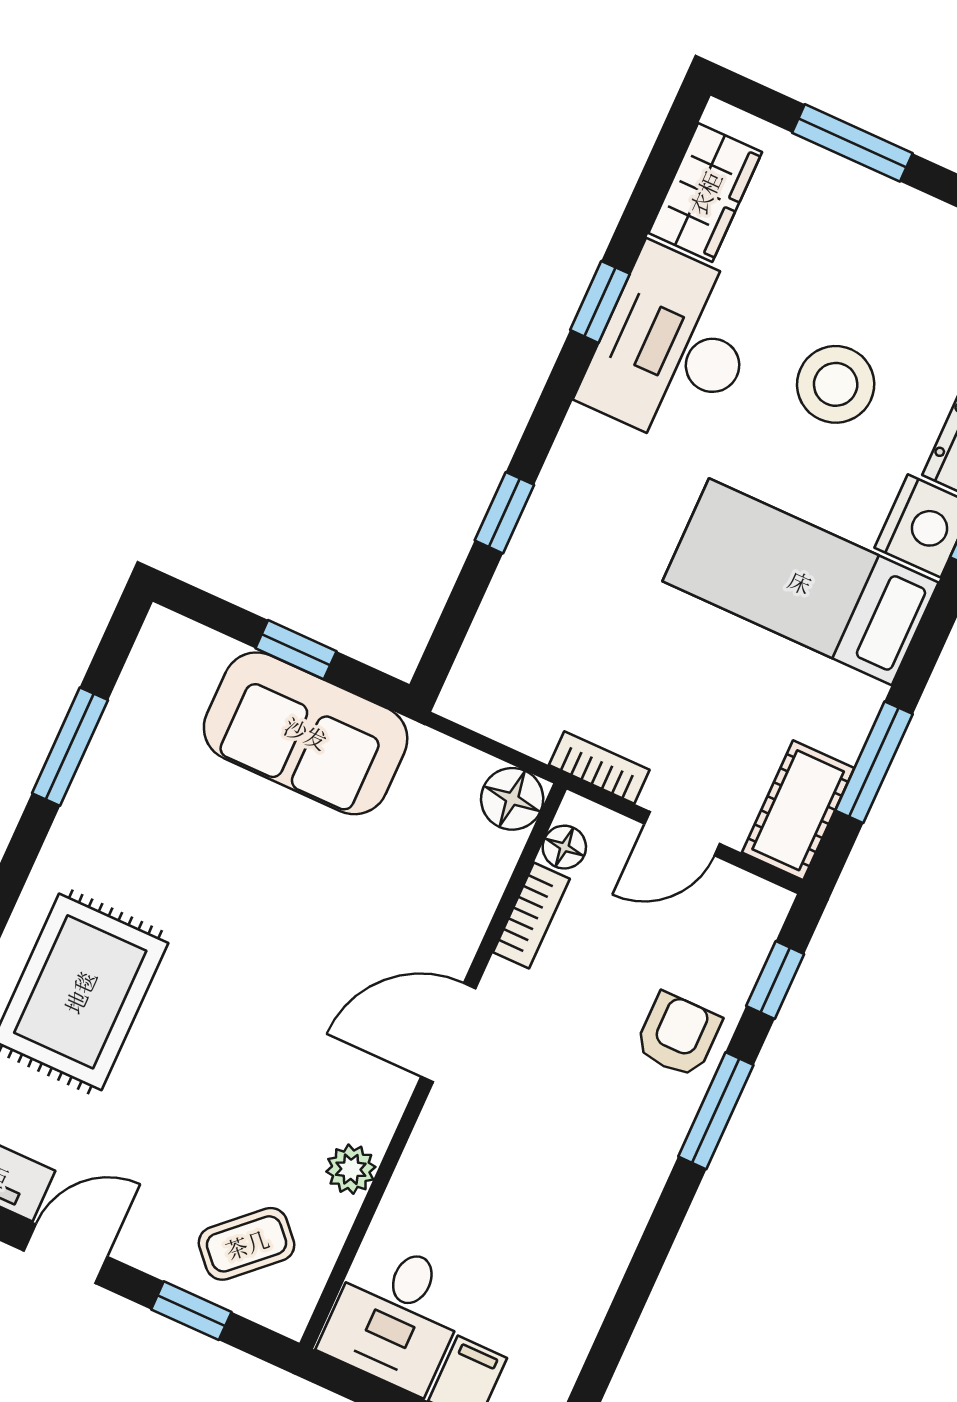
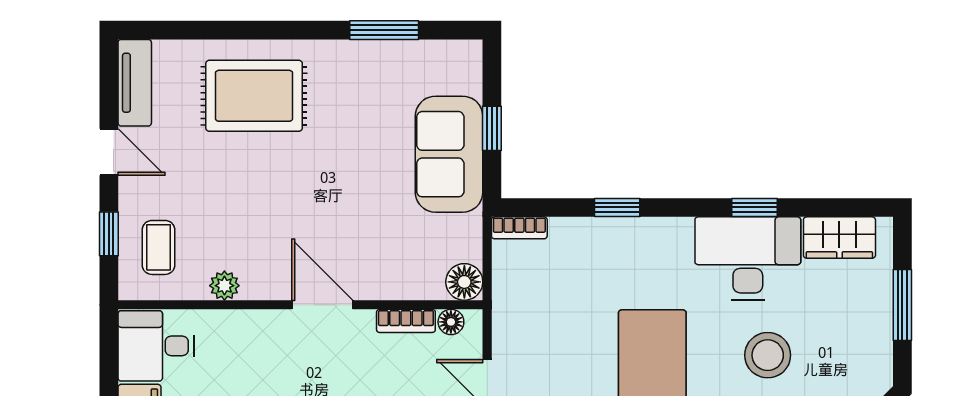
bookcase: (599, 767) -> (519, 228), moved, turned 90
coffee table: (247, 1244) -> (159, 247), turned 43

